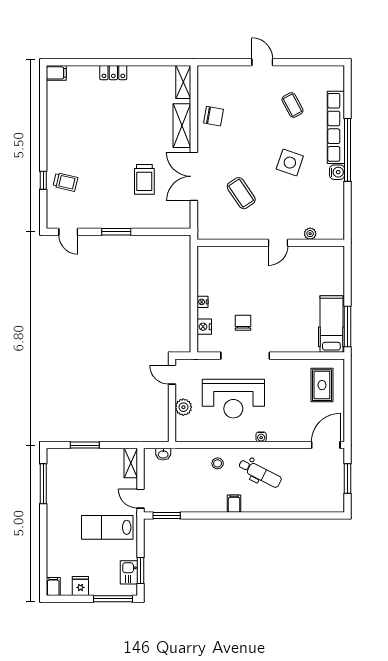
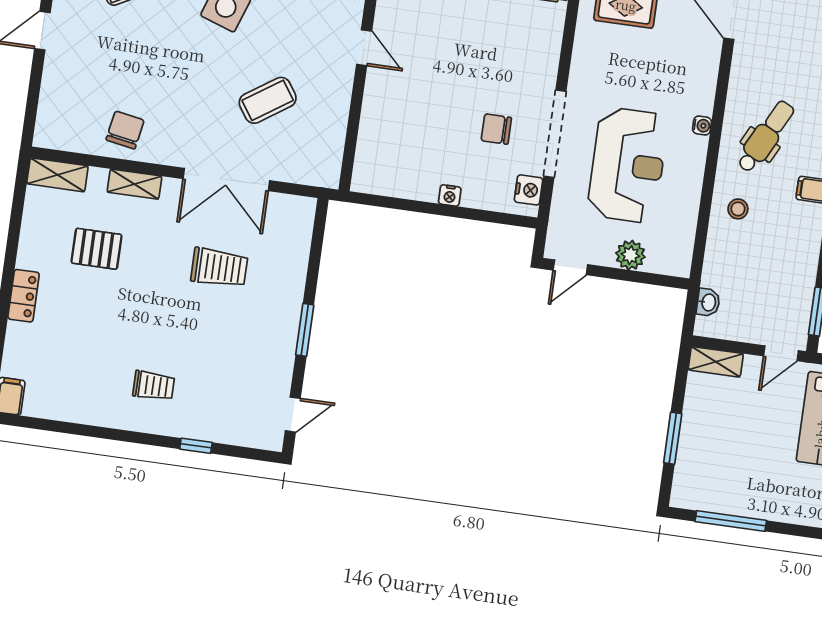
pallet: (145, 110) -> (97, 249), added
shelving: (182, 126) -> (134, 184), width x0.67, depth x0.75
trolley: (65, 182) -> (154, 386), moved, turned 77
nightstand: (204, 327) -> (529, 190), moved, turned -90

